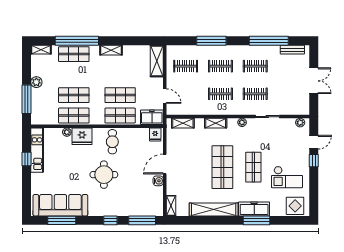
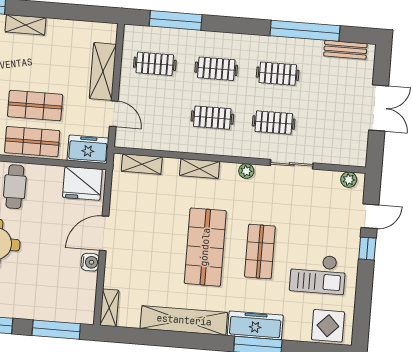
window: (211, 41) -> (176, 20), moved
shelving: (157, 61) -> (103, 71), moved
fridge: (155, 134) -> (82, 183), width x1.88, depth x1.34

